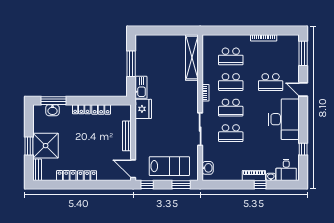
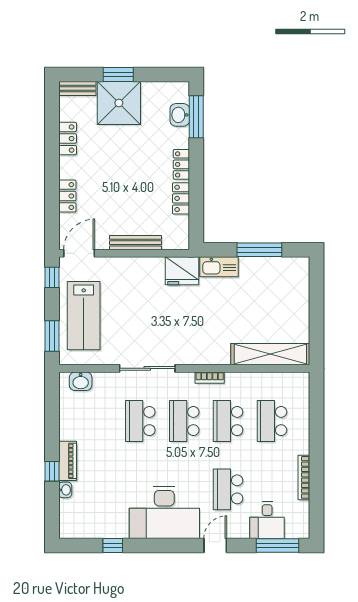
desk: (286, 170) -> (267, 520), moved, turned -90
locker: (87, 176) -> (67, 196), moved

